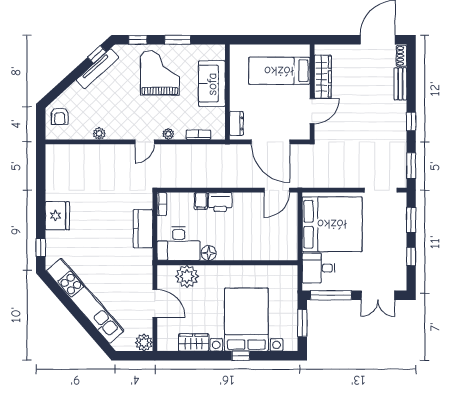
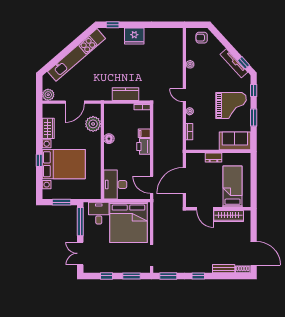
sofa: (212, 84) -> (235, 141), moved
dresser: (236, 123) -> (213, 157), moved
desk: (179, 244) -> (115, 184), moved

